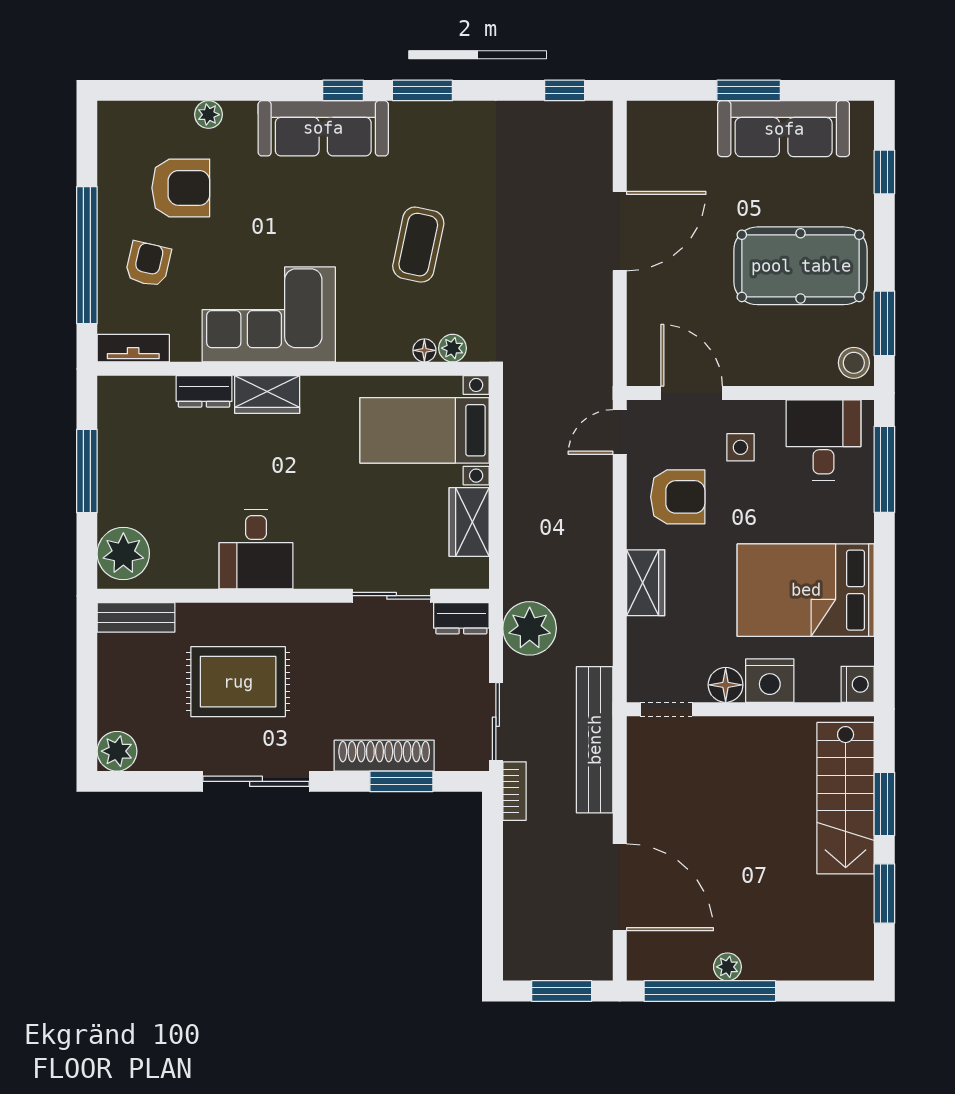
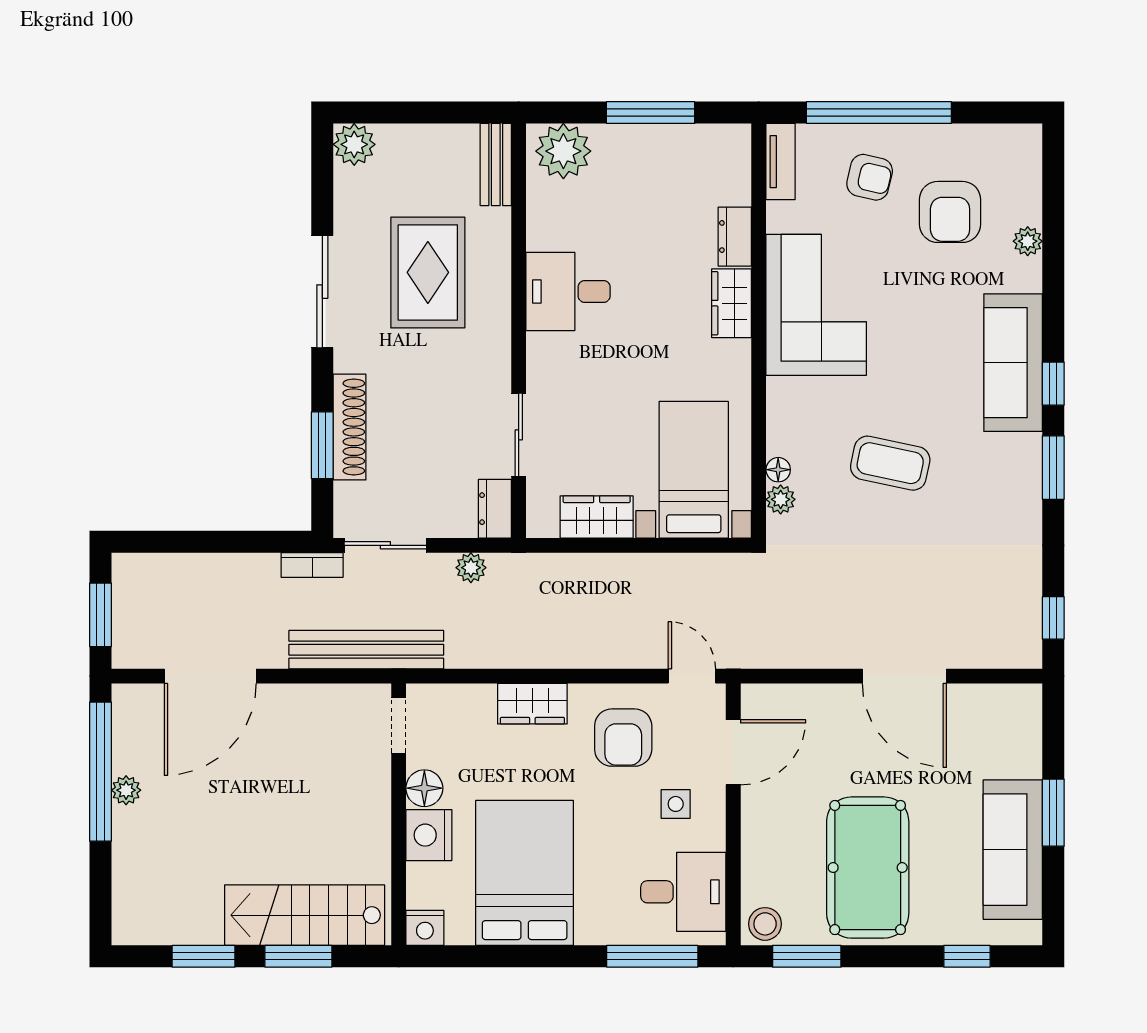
plant: (530, 628) -> (471, 568), width x0.53, depth x0.53

